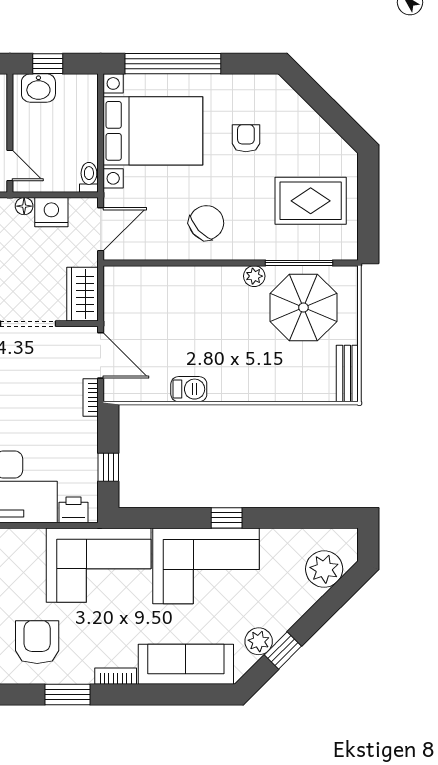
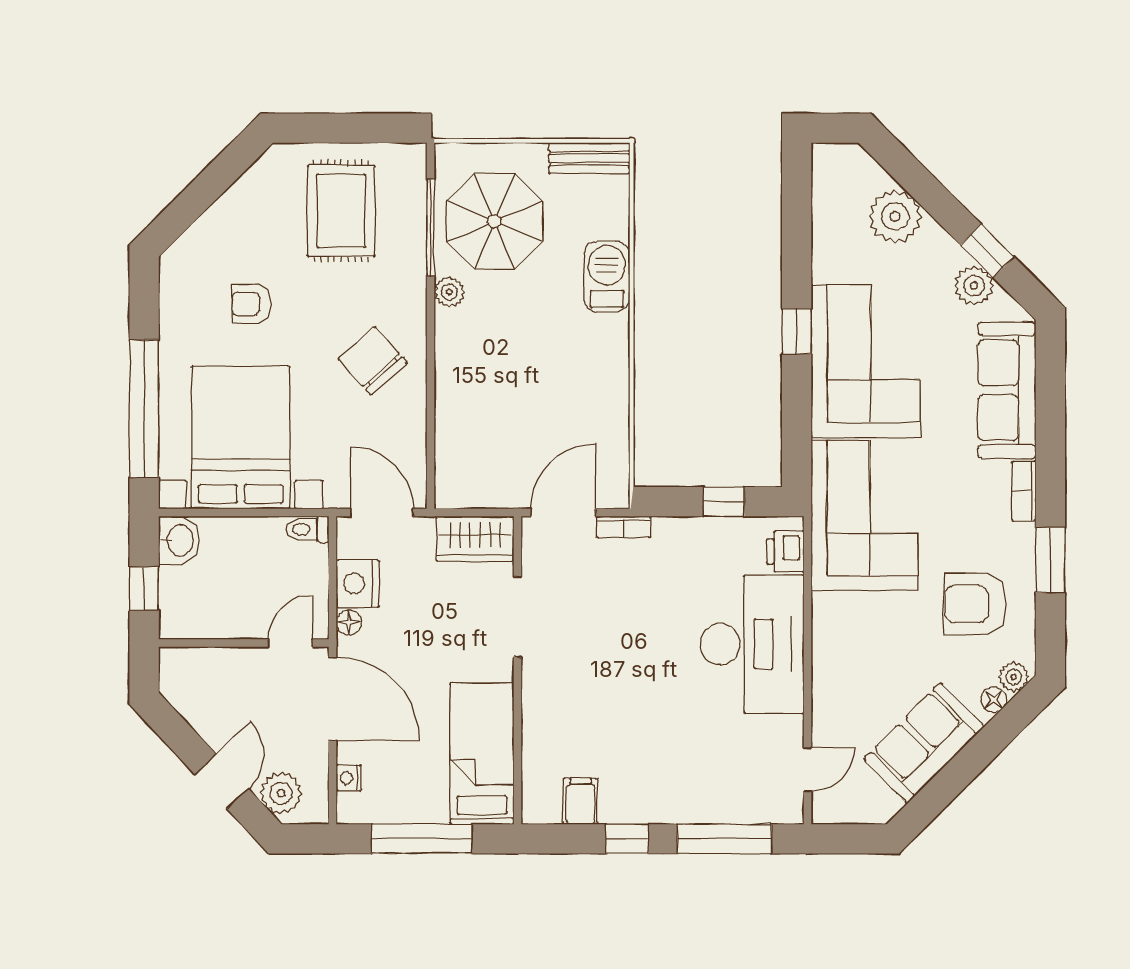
washbasin: (38, 88) -> (179, 540), moved
barbecue: (189, 389) -> (607, 277), moved, width x1.38, depth x1.27
plant: (324, 569) -> (895, 216), moved

